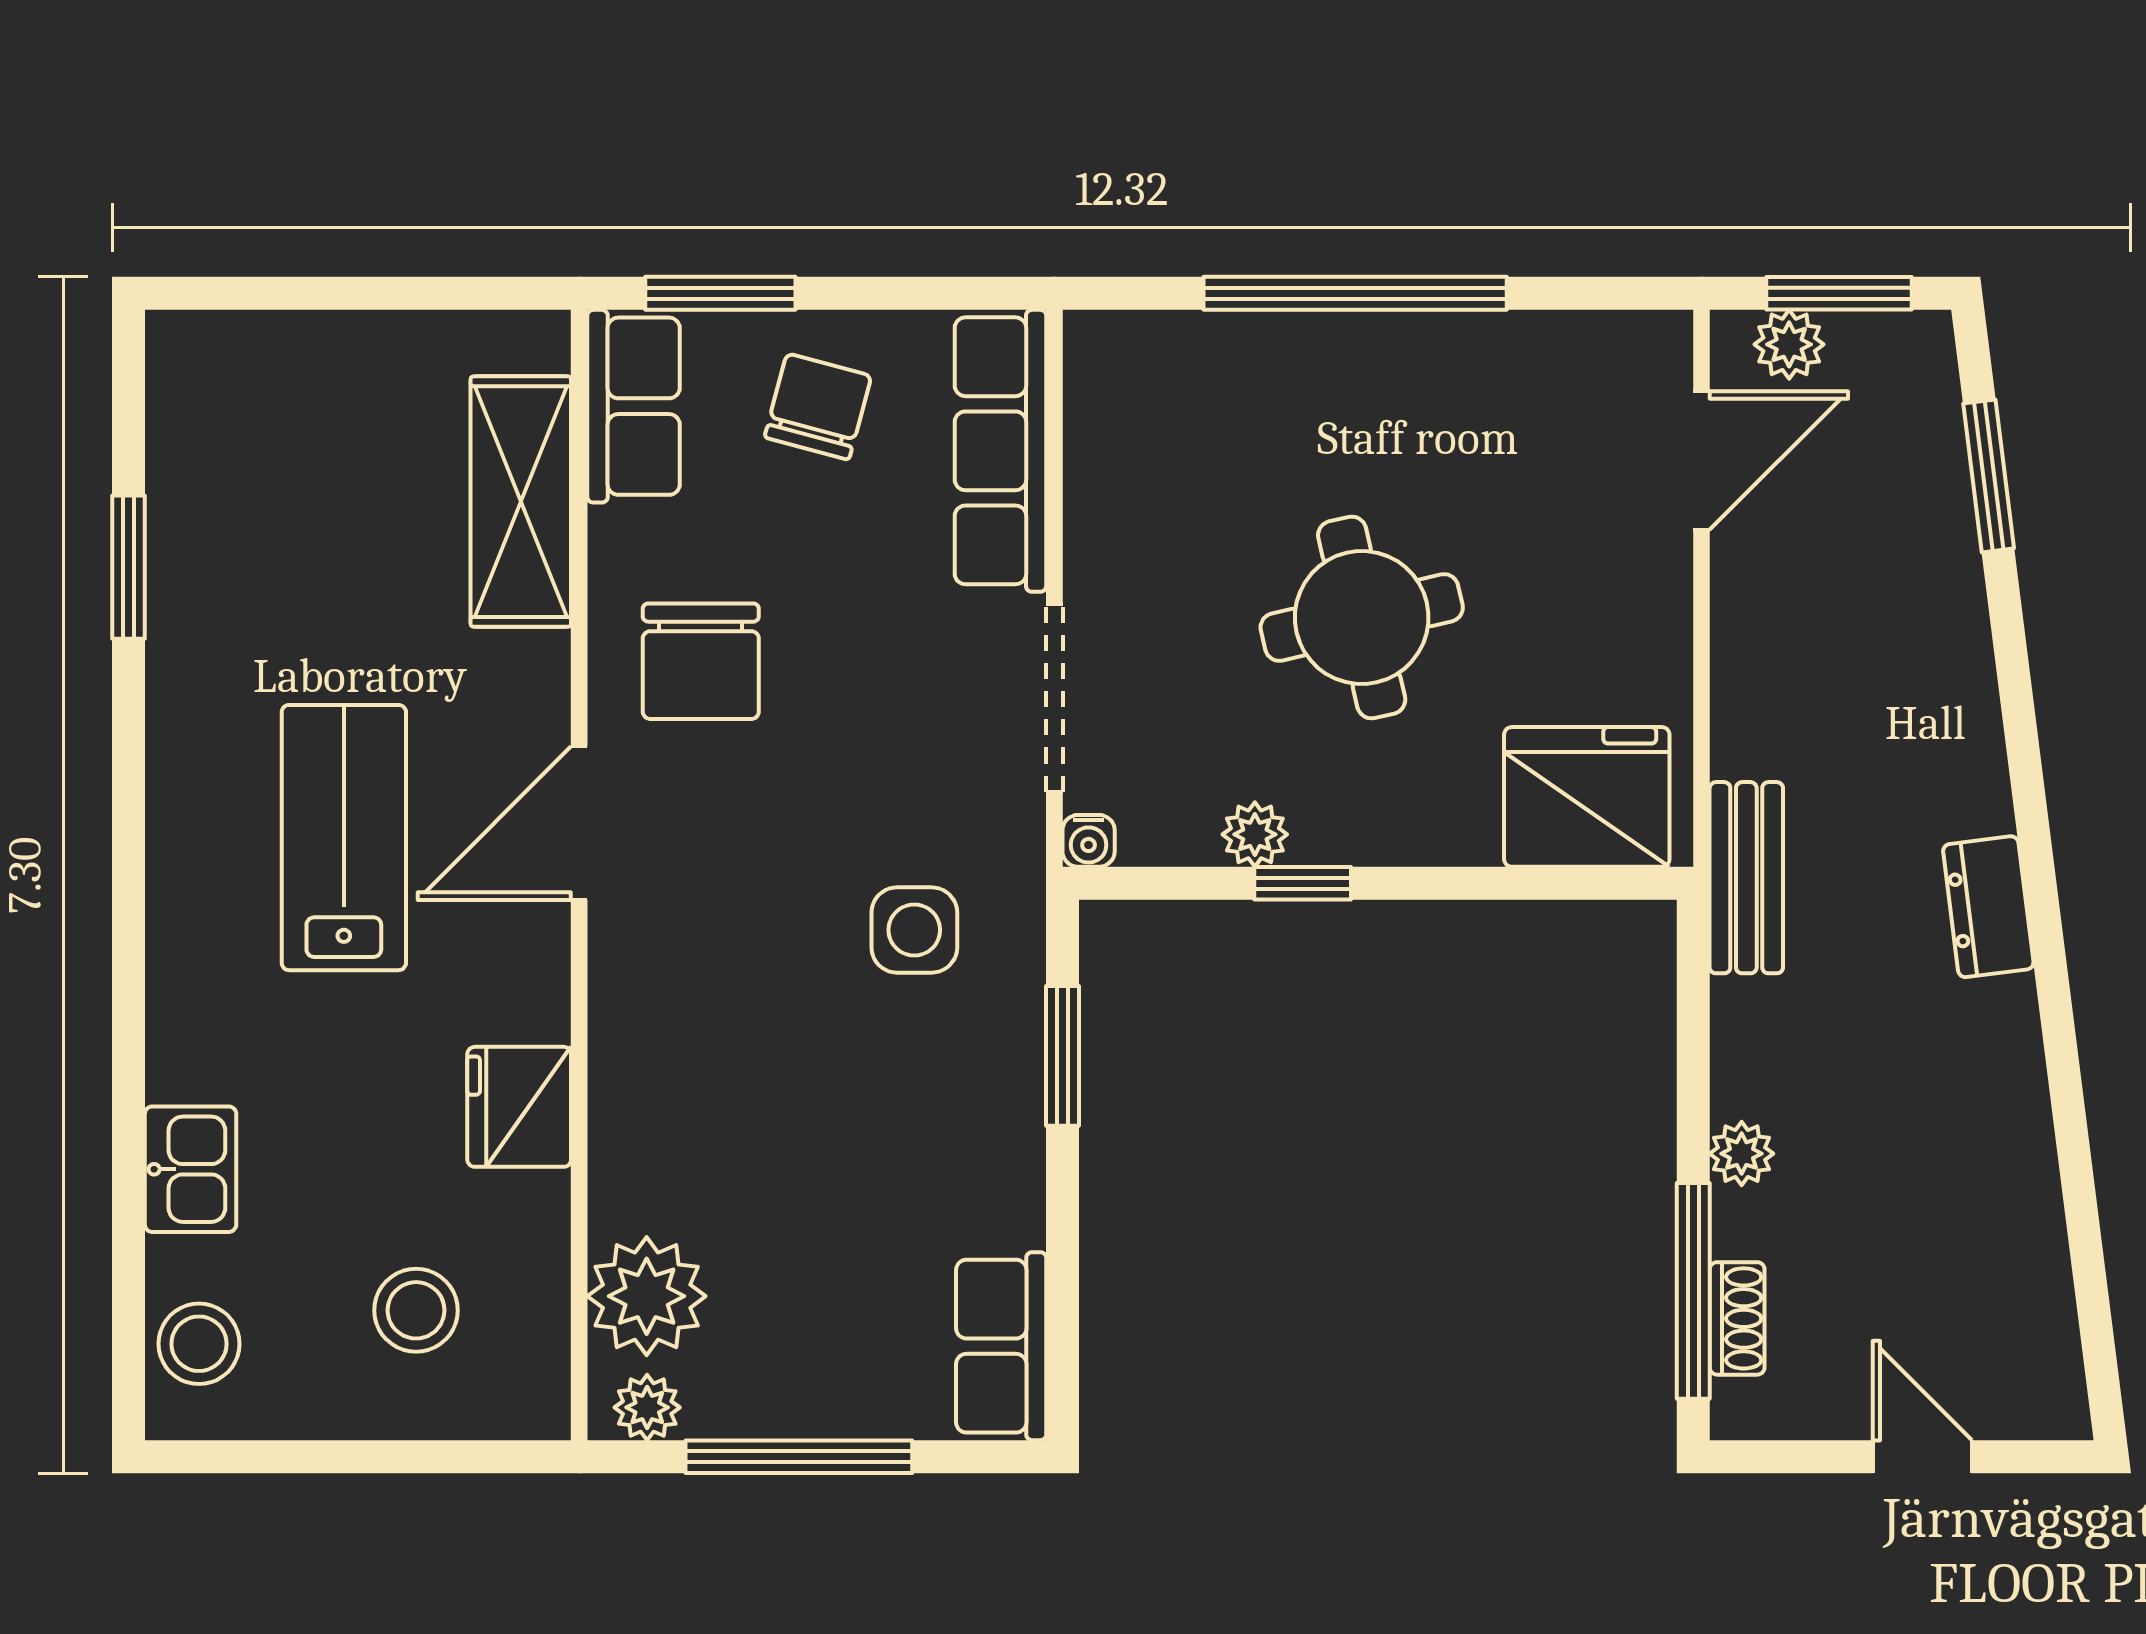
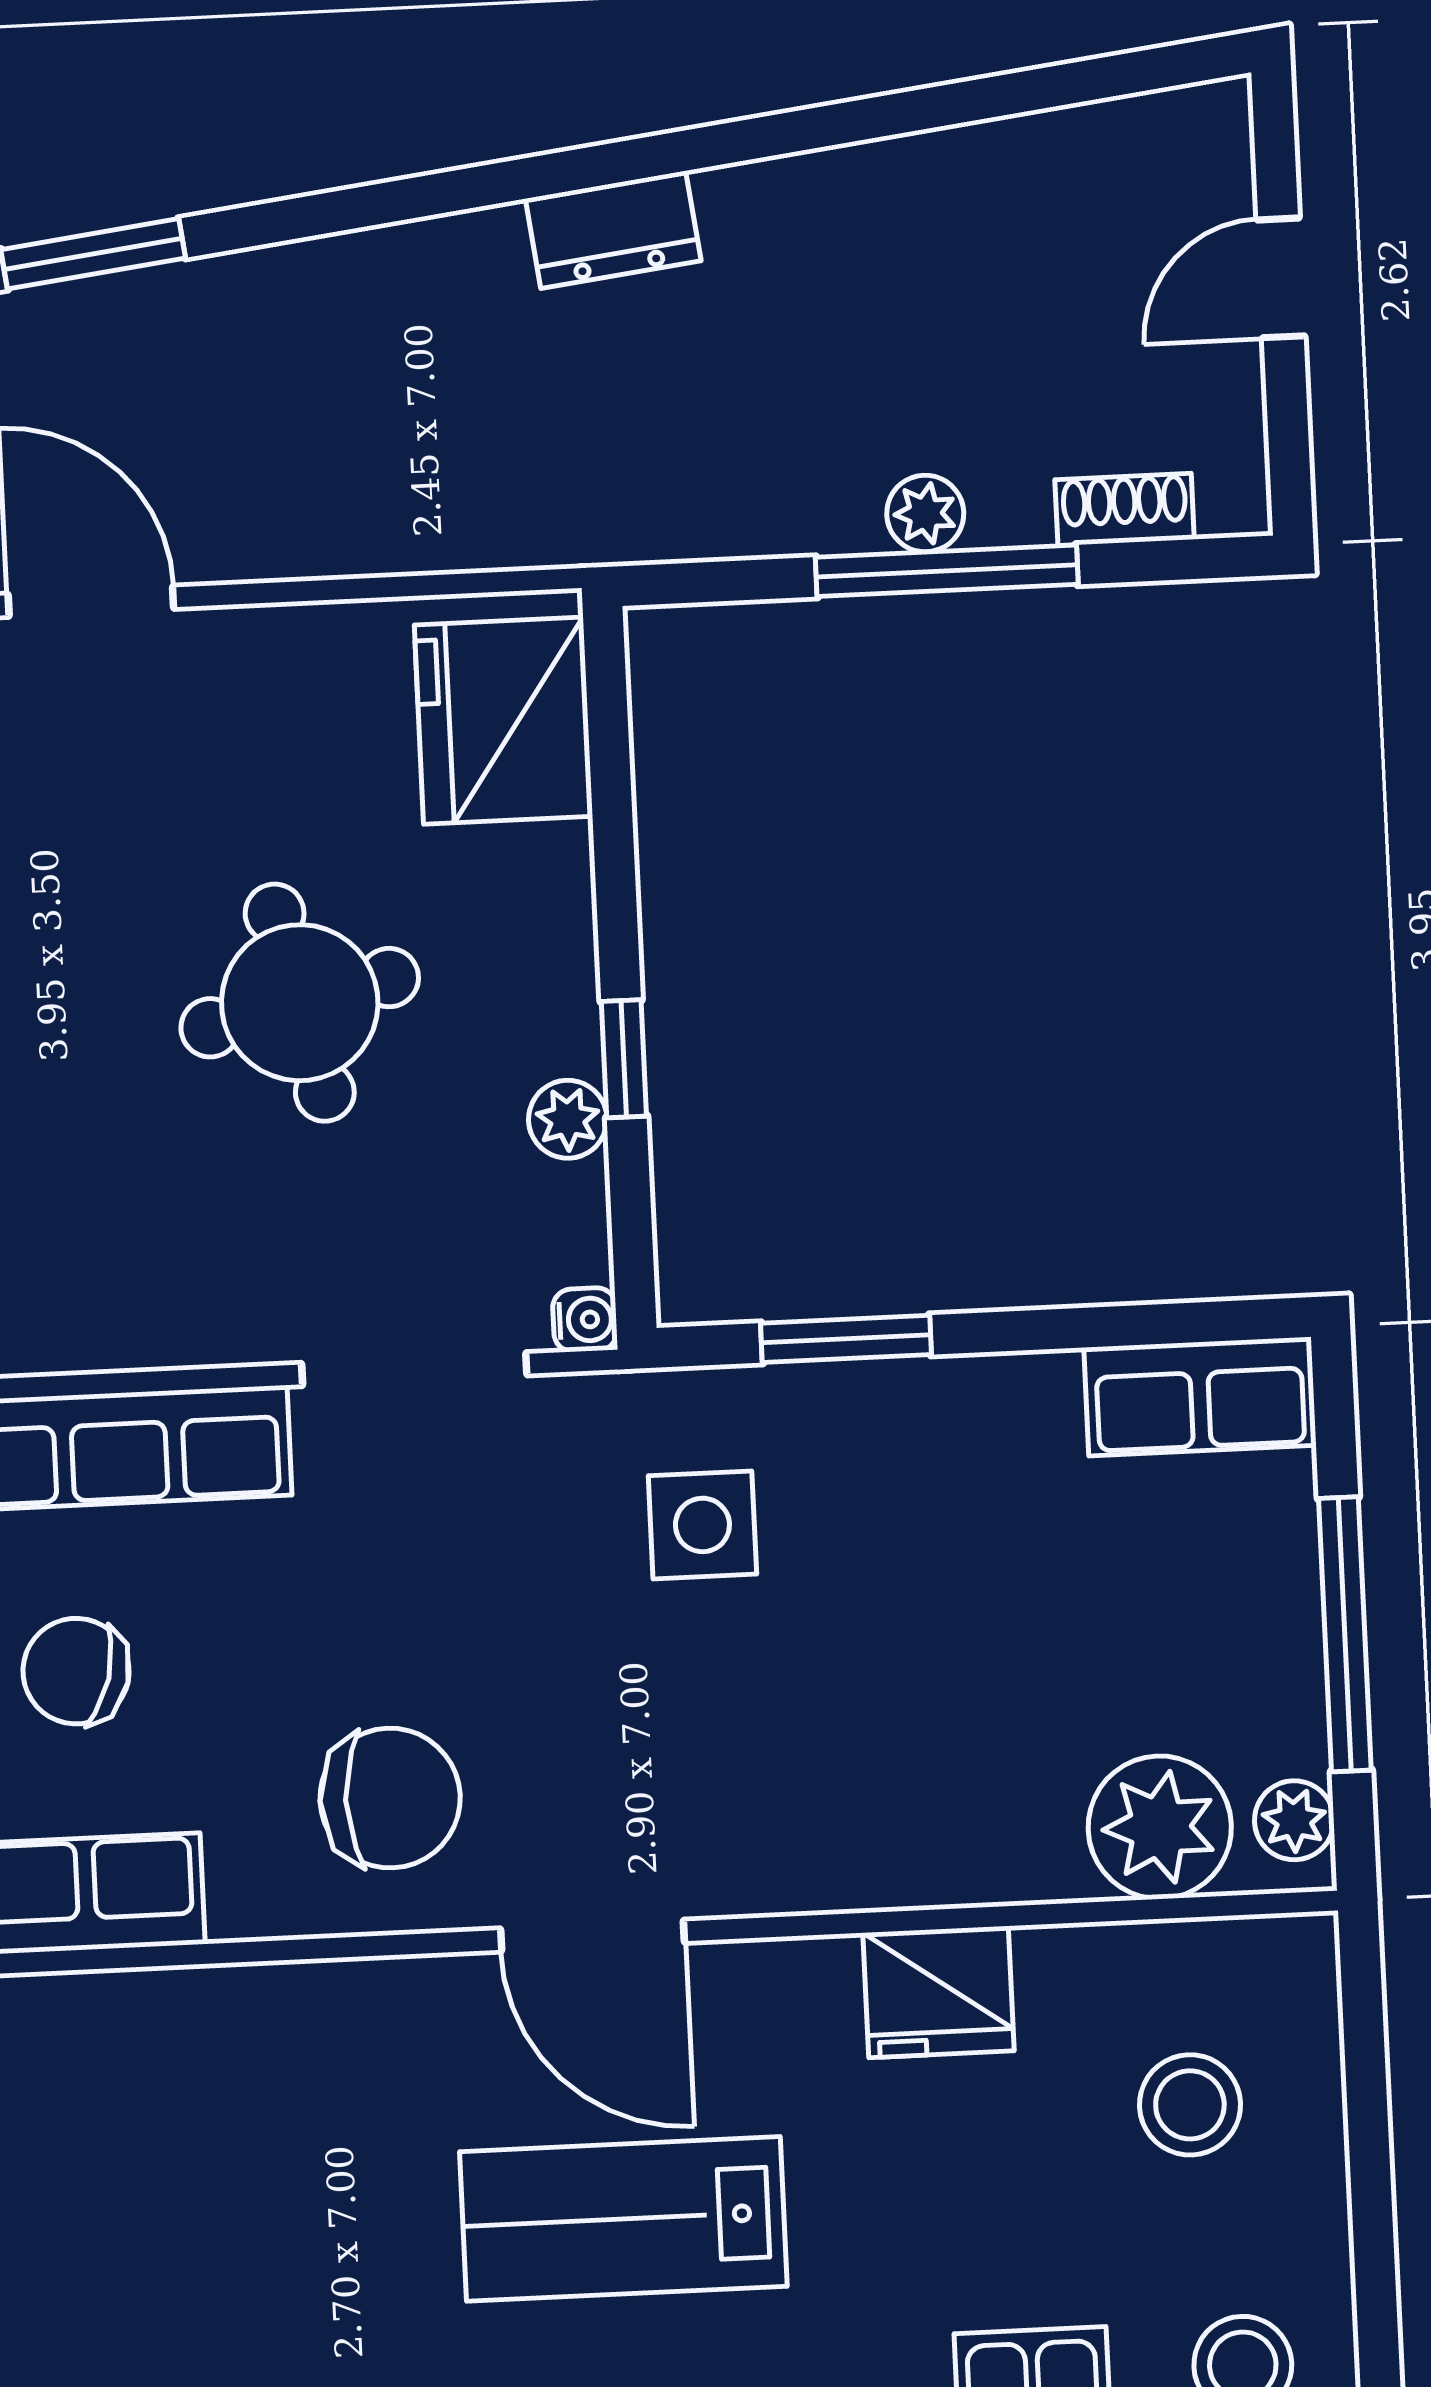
shelving: (521, 502) -> (208, 2024), removed
bench: (1746, 878) -> (592, 523), removed
window: (1693, 1291) -> (947, 571), moved

